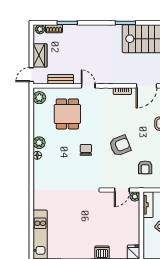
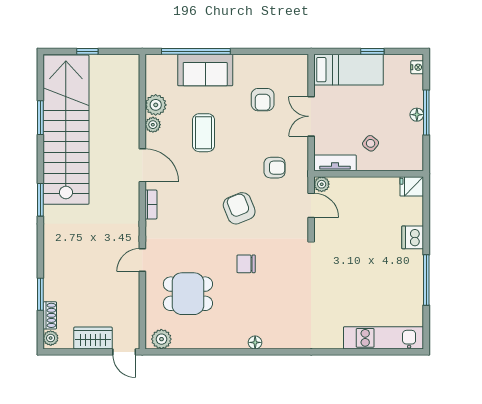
bench: (61, 79) -> (132, 305), removed
plant: (39, 143) -> (234, 340), removed

